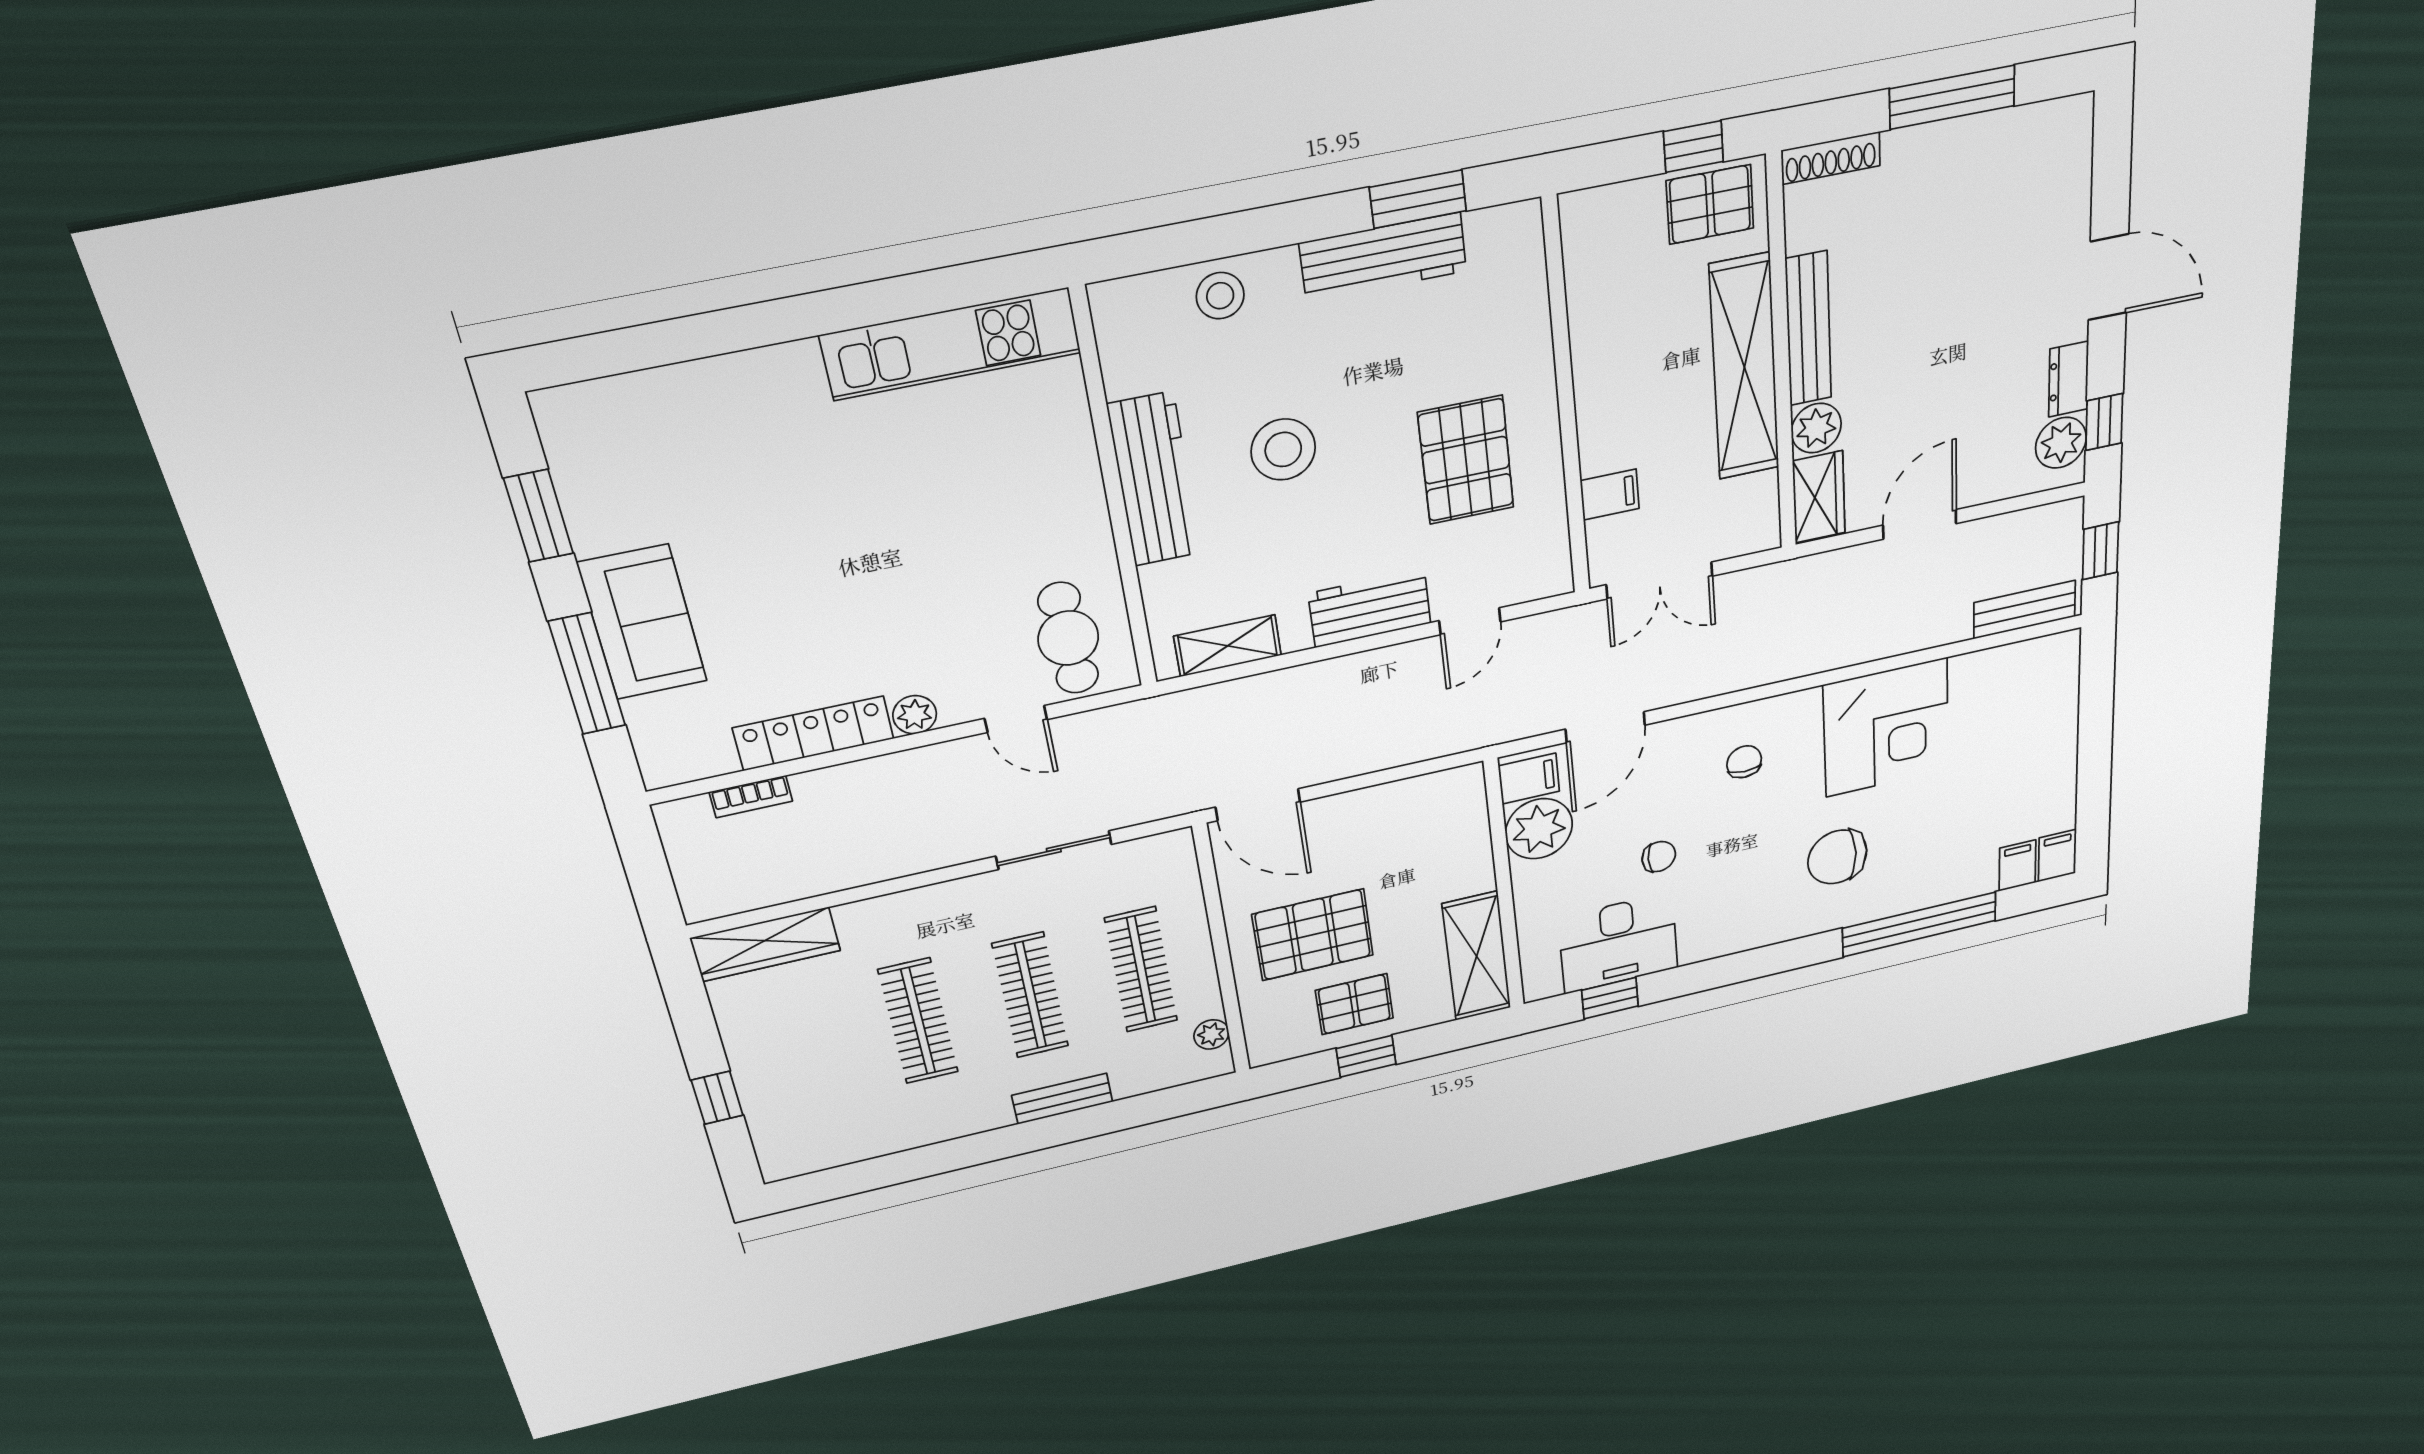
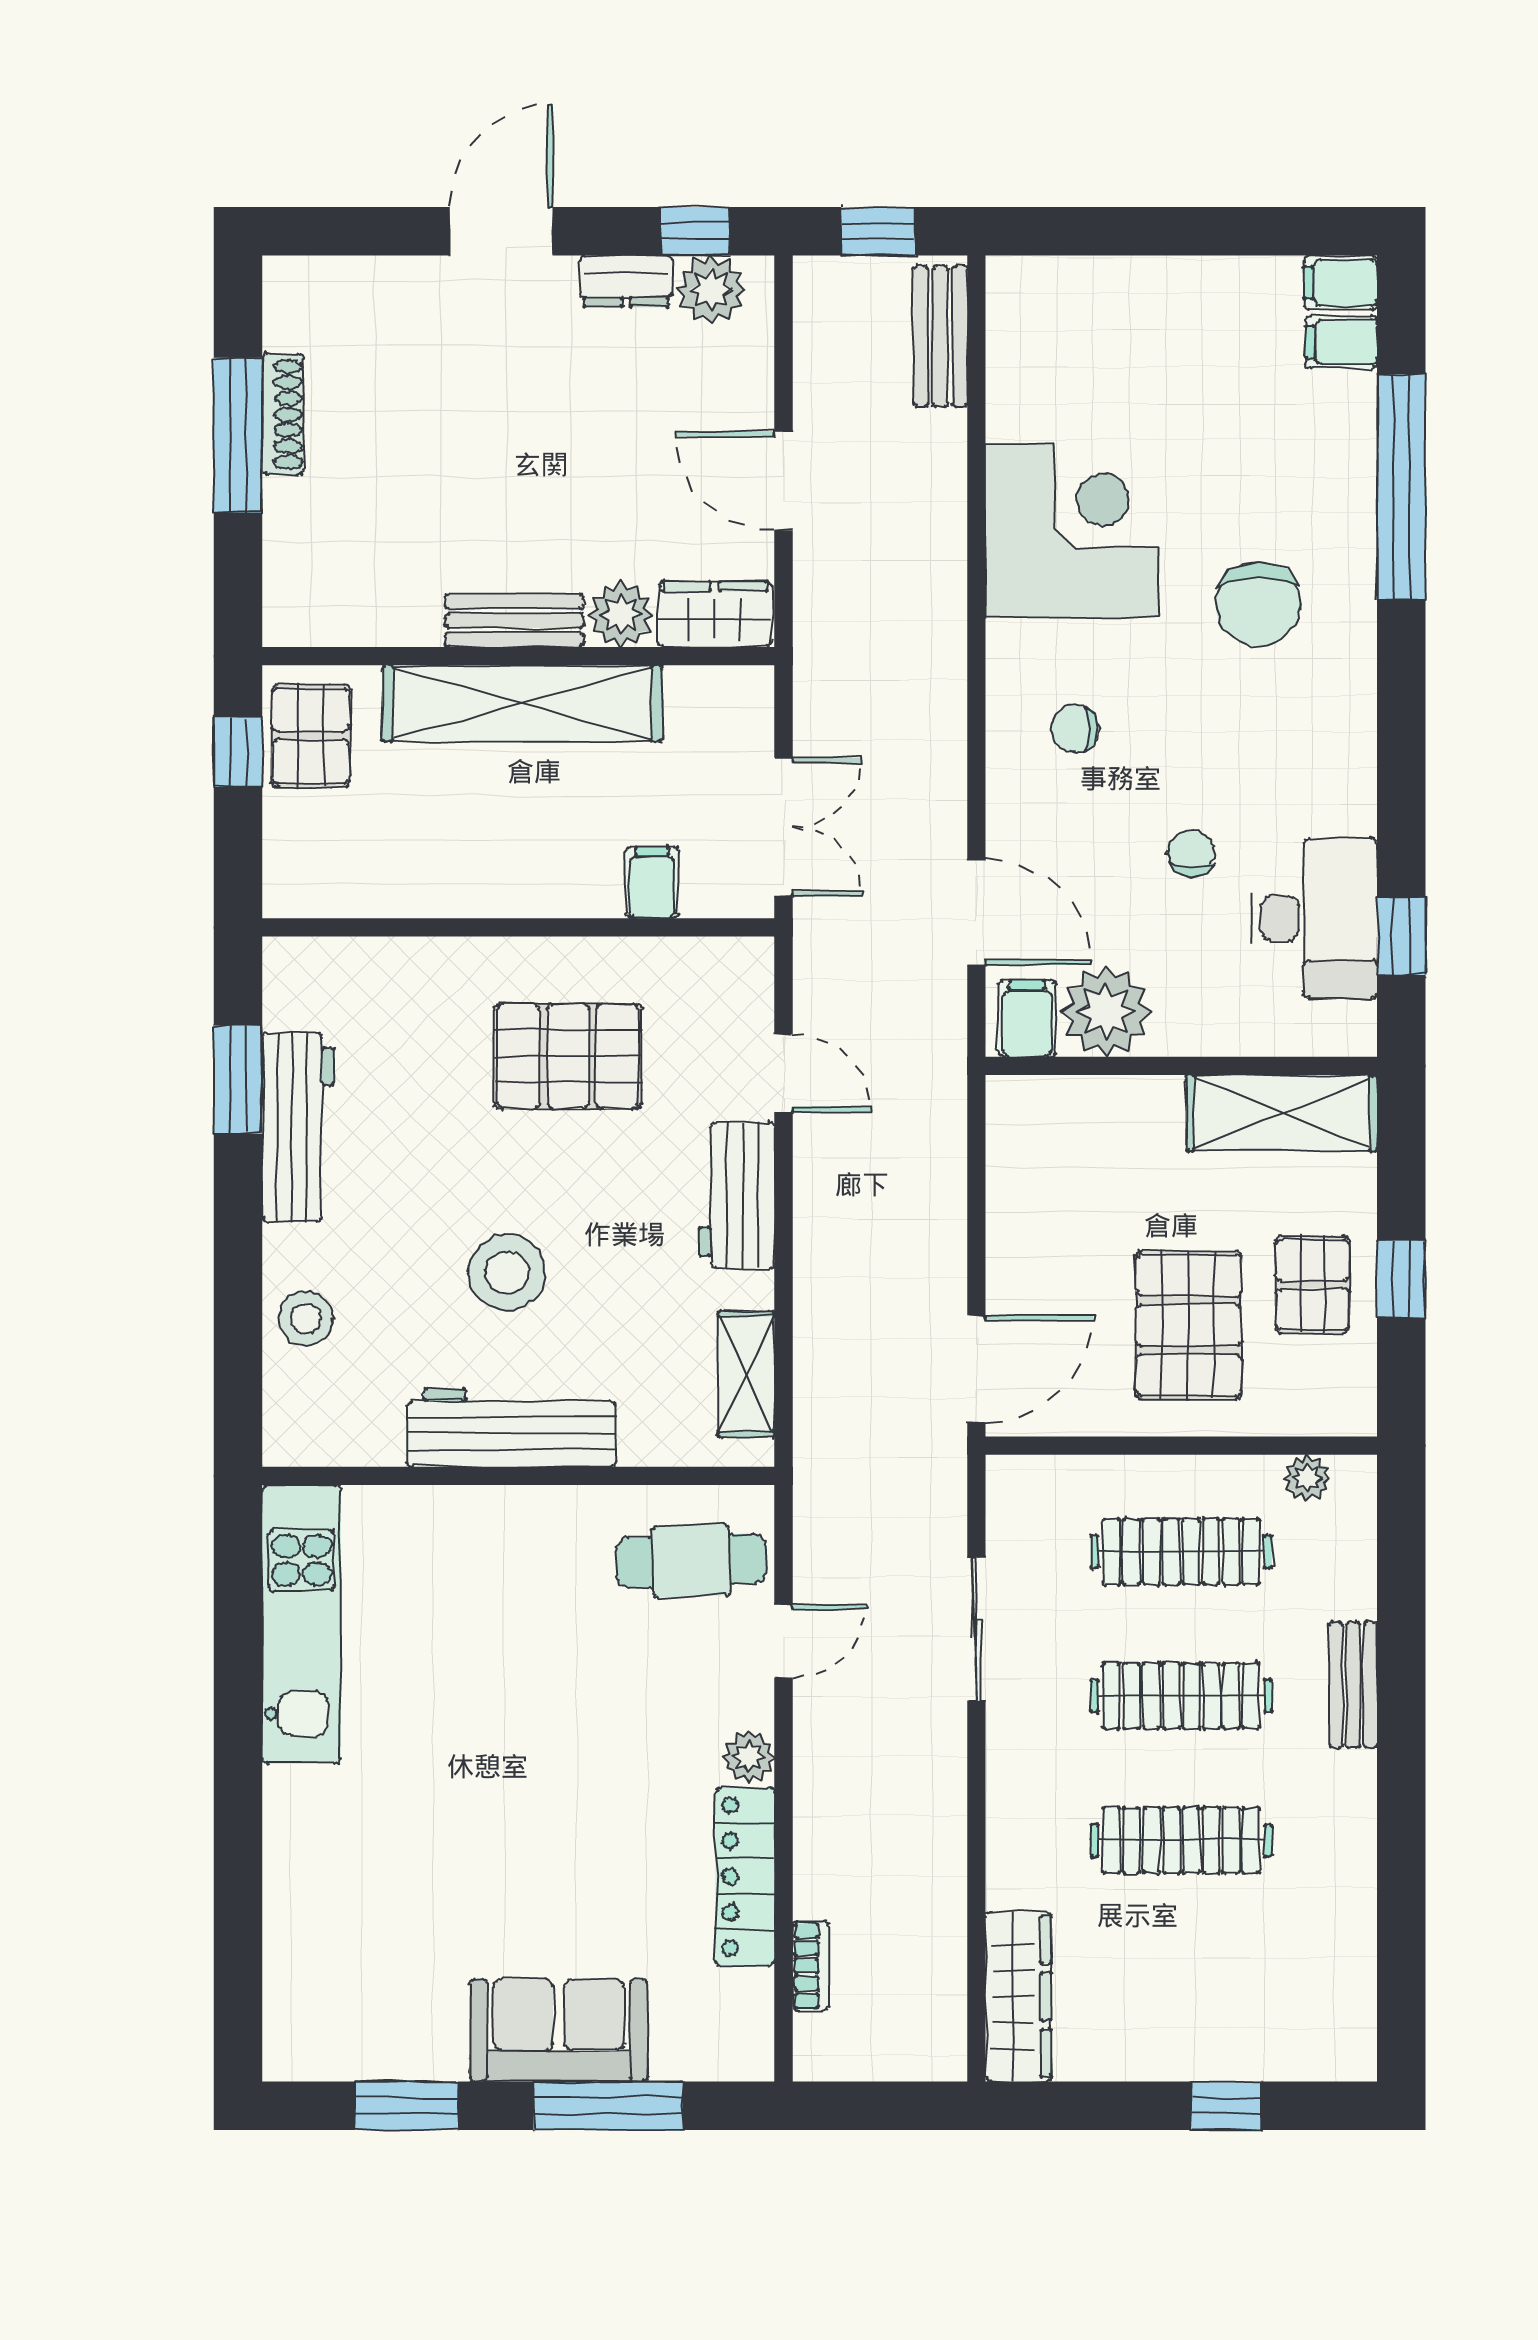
shoe rack: (1831, 158) -> (283, 414), moved
bench: (1808, 329) -> (514, 621), width x0.73

